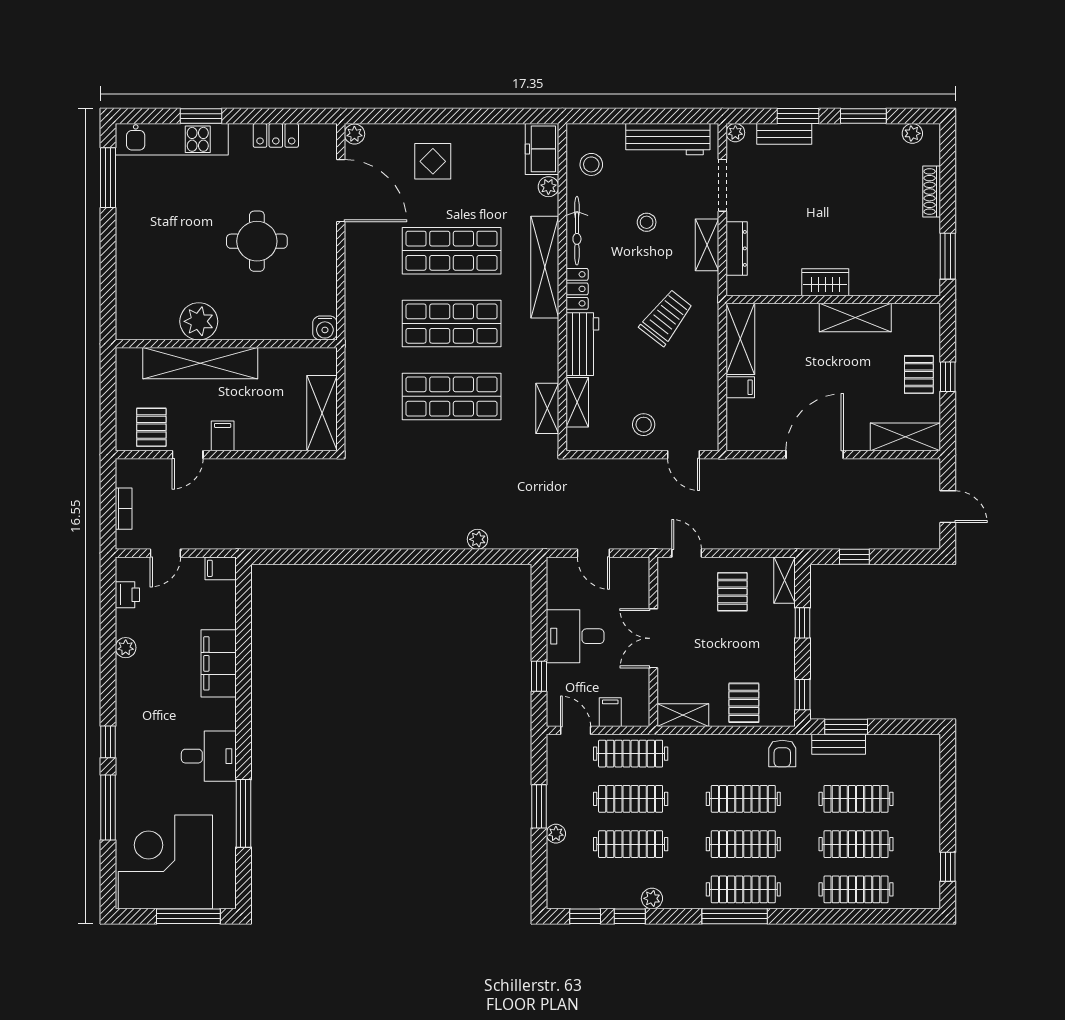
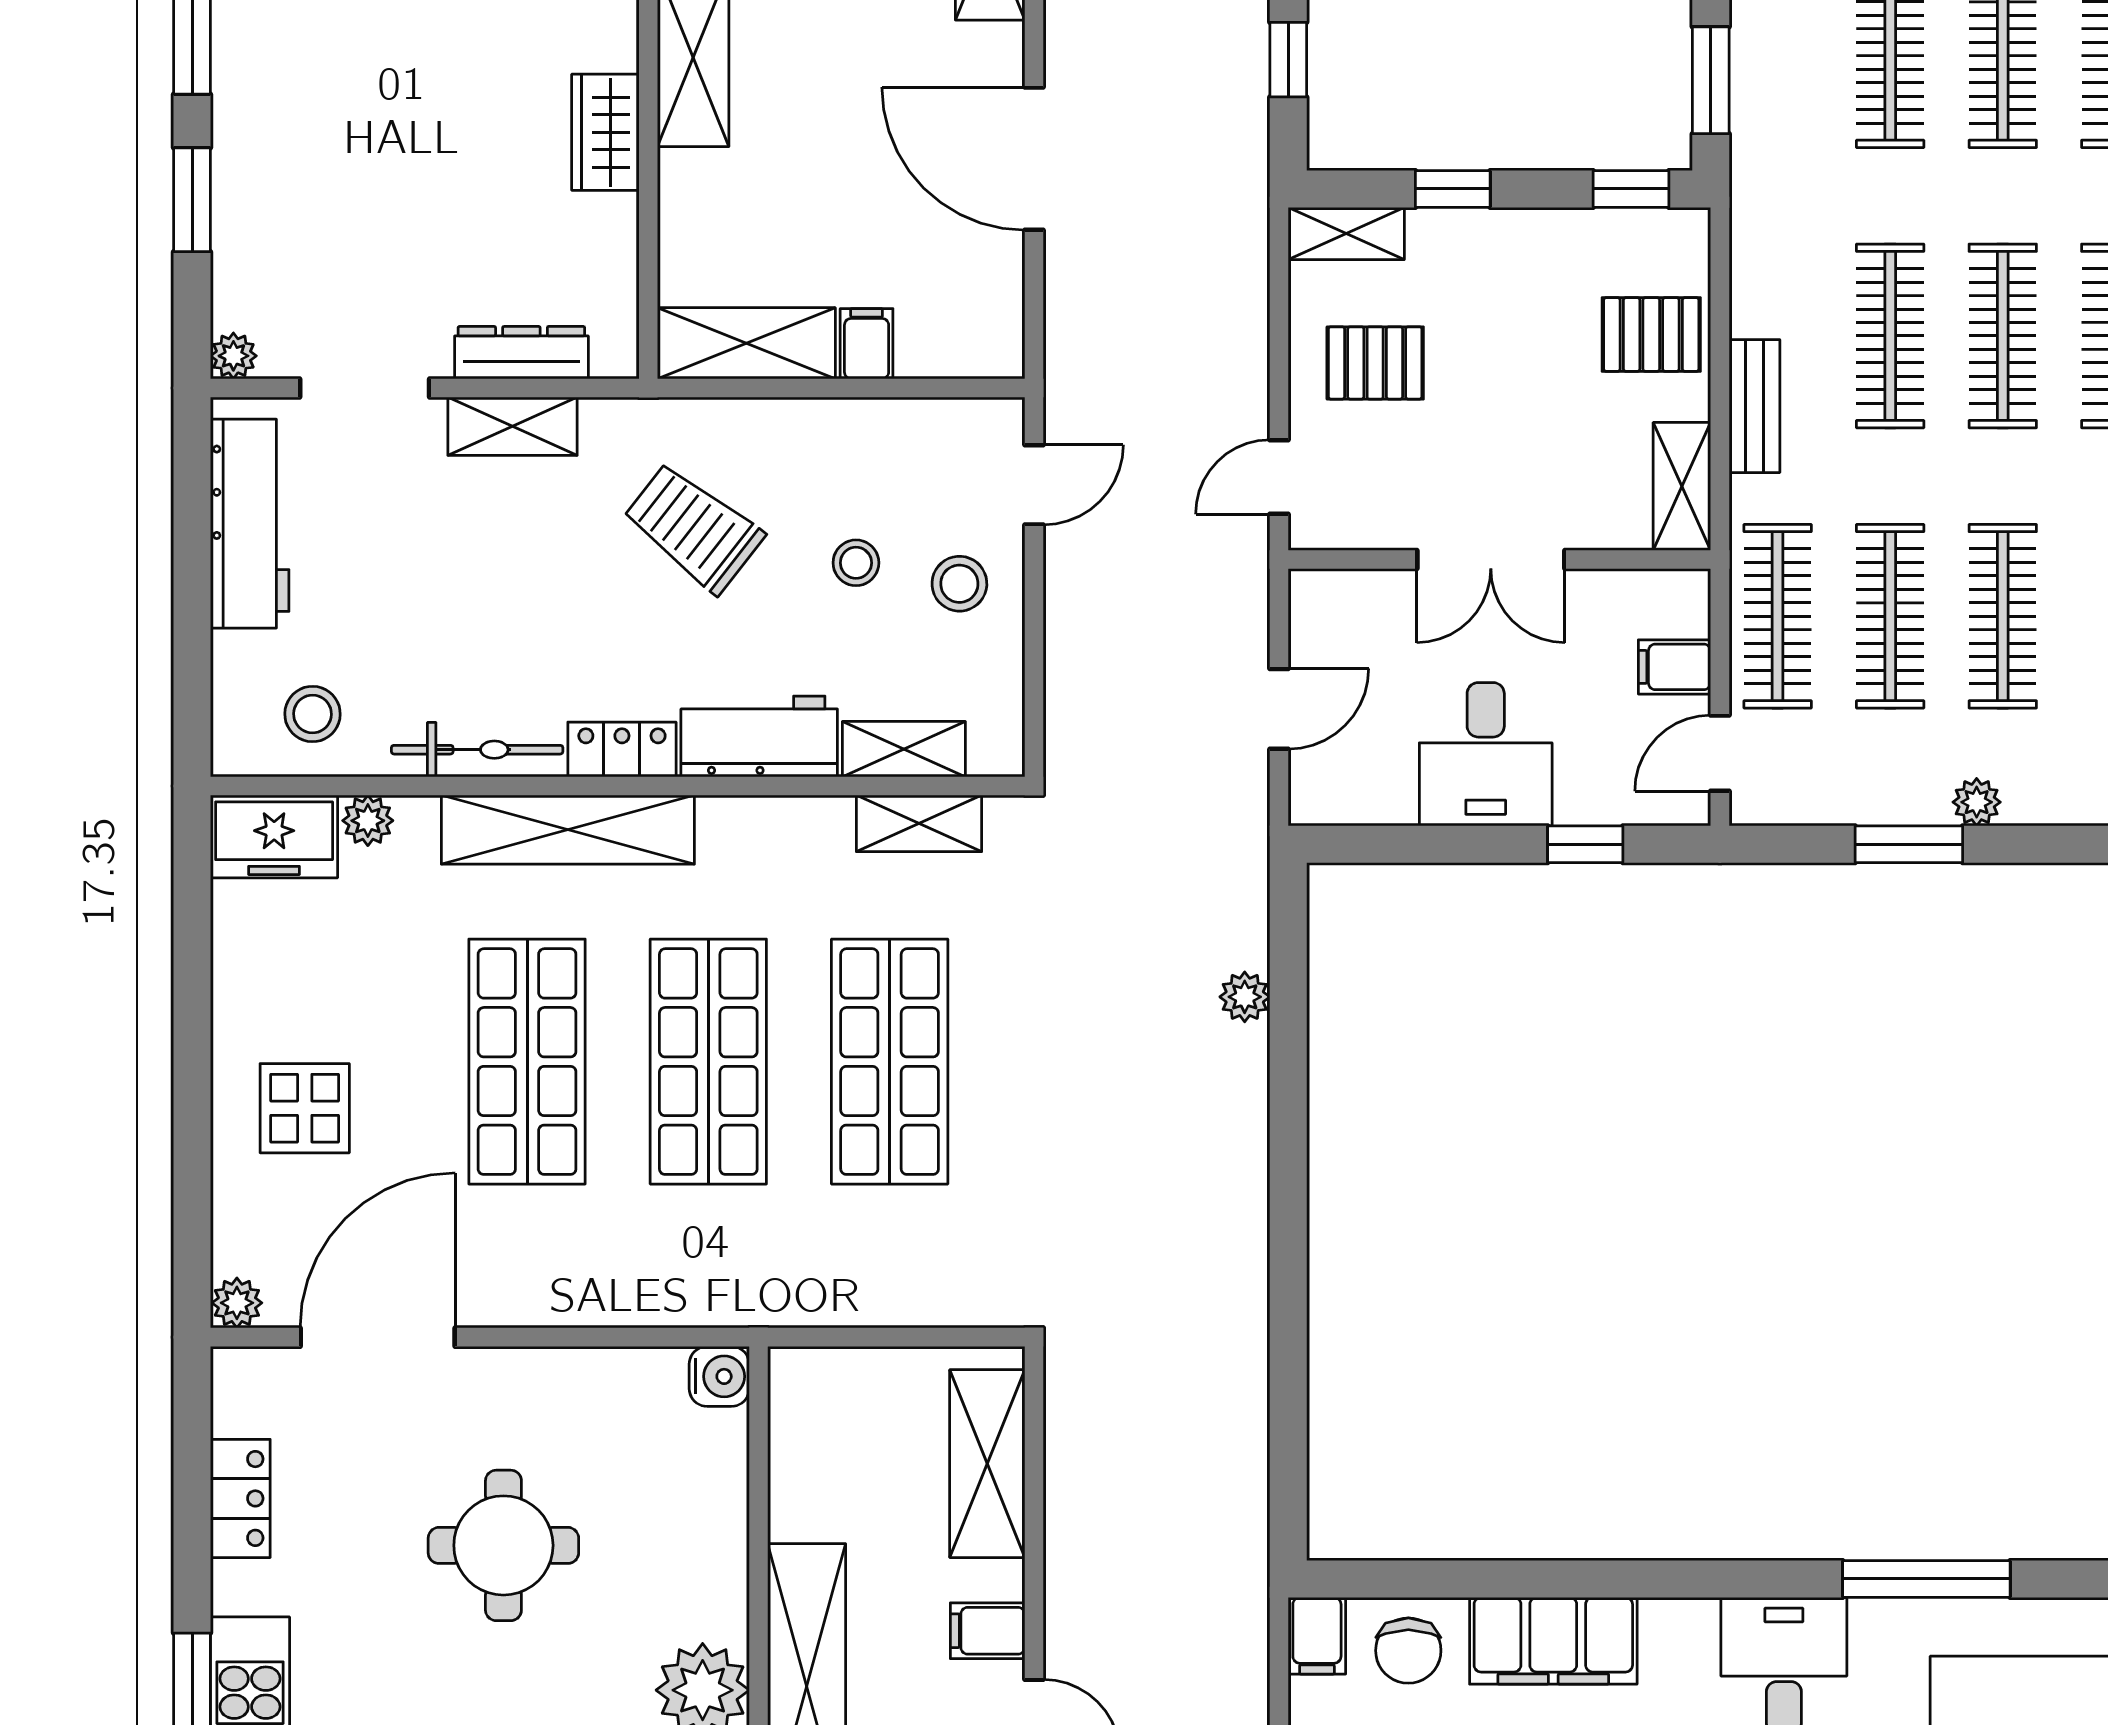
bench: (784, 134) -> (236, 234), removed
stool: (647, 222) -> (856, 563), moved
shelving: (322, 413) -> (987, 1464), moved, turned 90
chair: (215, 605) -> (1408, 1651), added
bench: (839, 744) -> (1754, 406), moved
armchair: (782, 754) -> (1778, 239), removed

